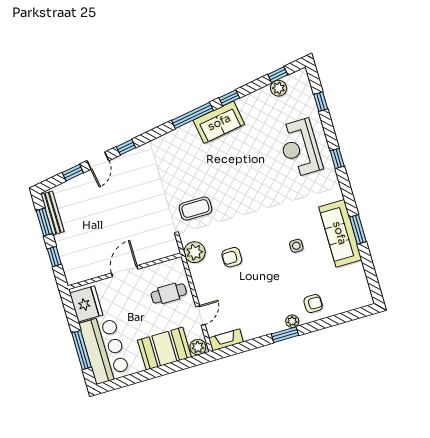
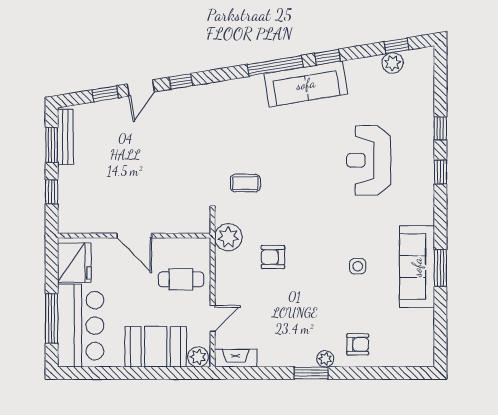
window: (321, 102) -> (440, 128), moved
sofa: (219, 122) -> (306, 84), width x1.36
reception desk: (300, 148) -> (369, 160), moved
coffee table: (195, 209) -> (245, 183), width x0.73, depth x0.77
door: (125, 271) -> (134, 236), swing flipped

